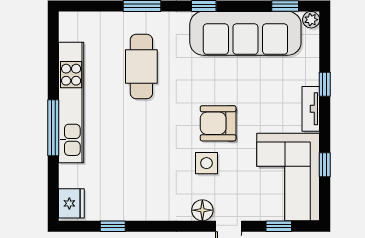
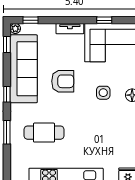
window: (325, 84) -> (30, 20), moved
armchair: (218, 123) -> (63, 81), moved, turned -90

